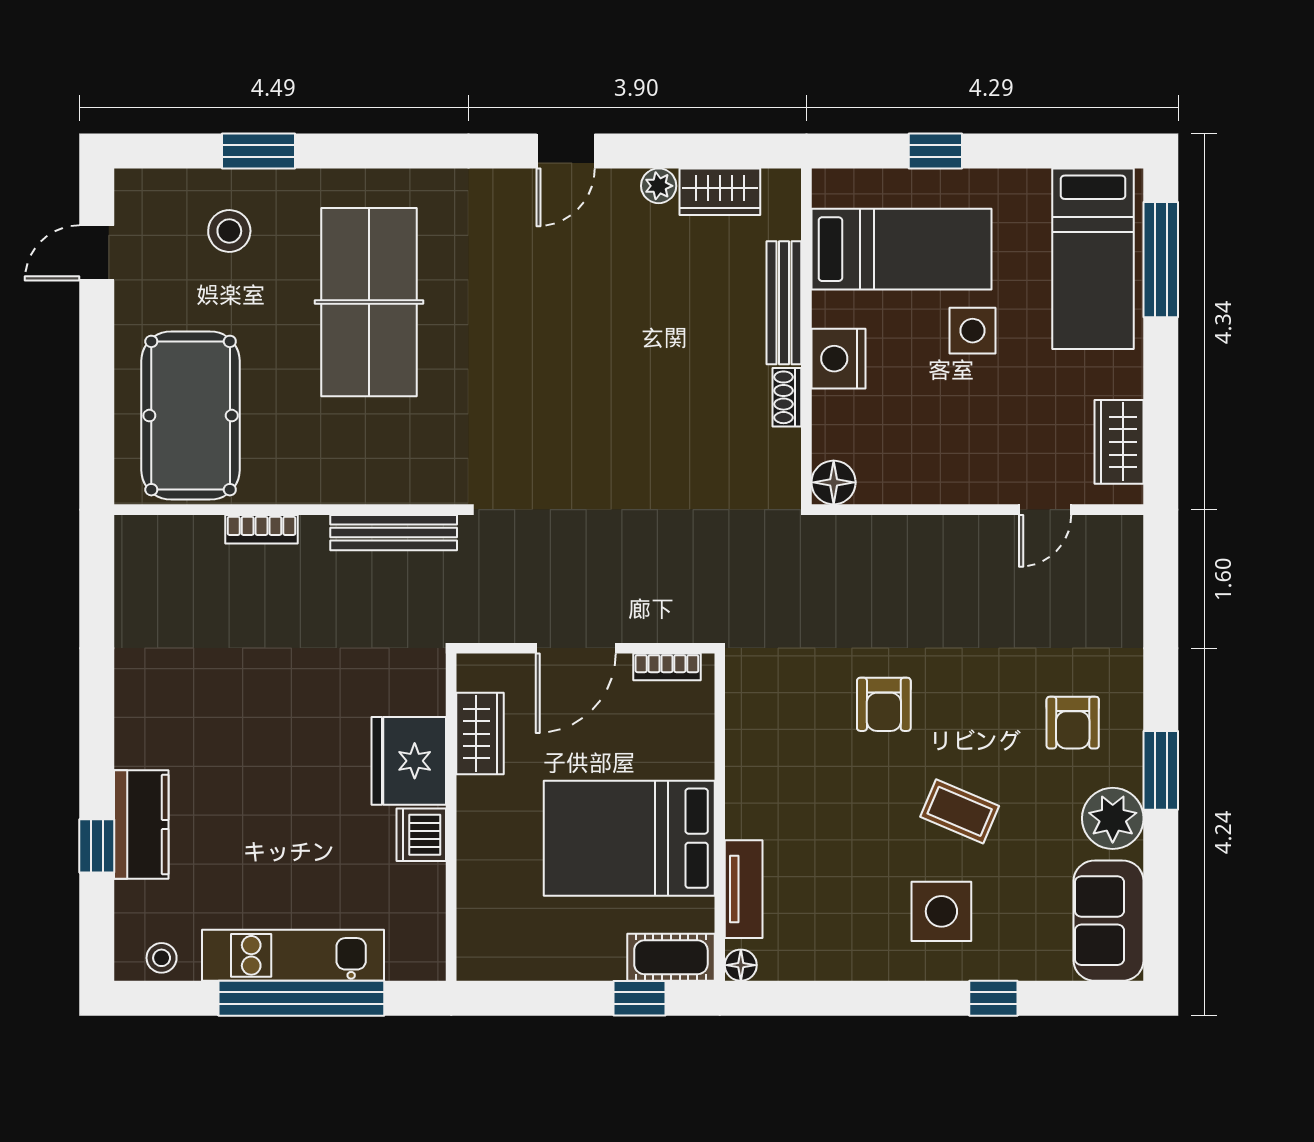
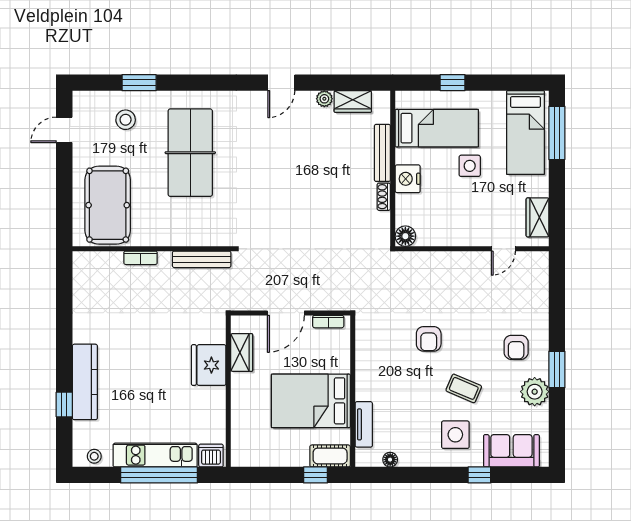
kitchen counter: (141, 825) -> (85, 382), width x1.50
dishwasher: (421, 835) -> (211, 456), moved, turned 90
sofa: (1109, 921) -> (511, 451), moved, turned 90
floor lamp: (741, 965) -> (390, 460), moved

